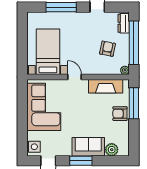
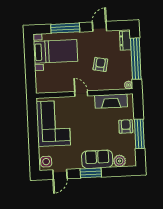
armchair: (107, 49) -> (100, 64), moved
bed with nightstands: (48, 52) -> (55, 51), moved, turned 90
window: (134, 103) -> (139, 134), moved
armchair: (120, 114) -> (126, 126), turned 90

